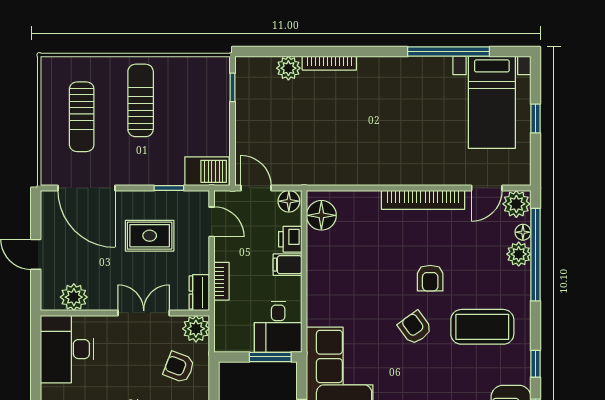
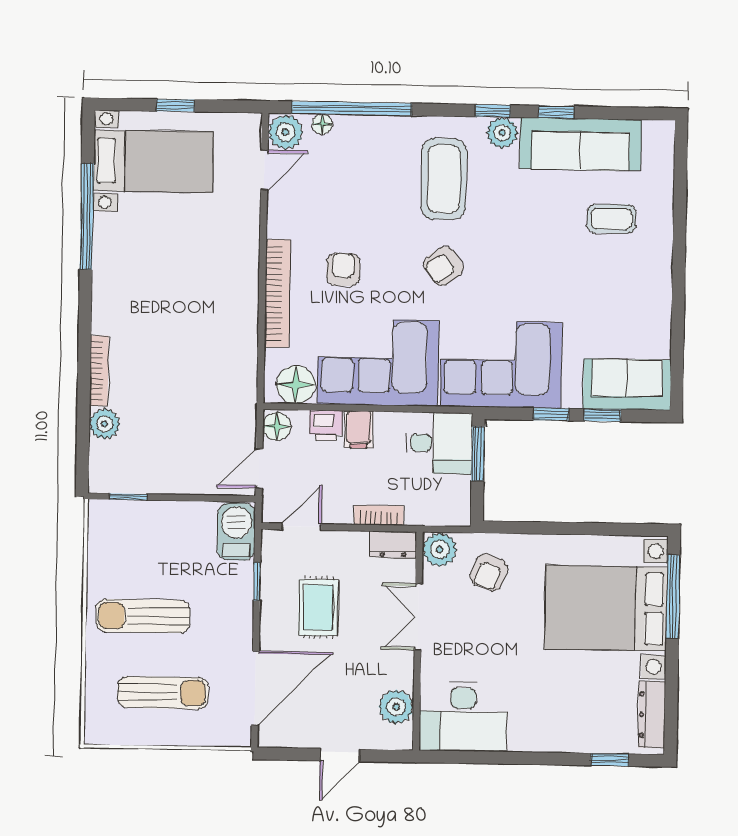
door: (487, 188) -> (264, 170), hinge flipped
bookcase: (423, 200) -> (277, 293), moved
plant: (519, 254) -> (502, 133), moved
armchair: (430, 278) -> (343, 270), moved, turned -90
corner sofa: (340, 279) -> (378, 362), added

